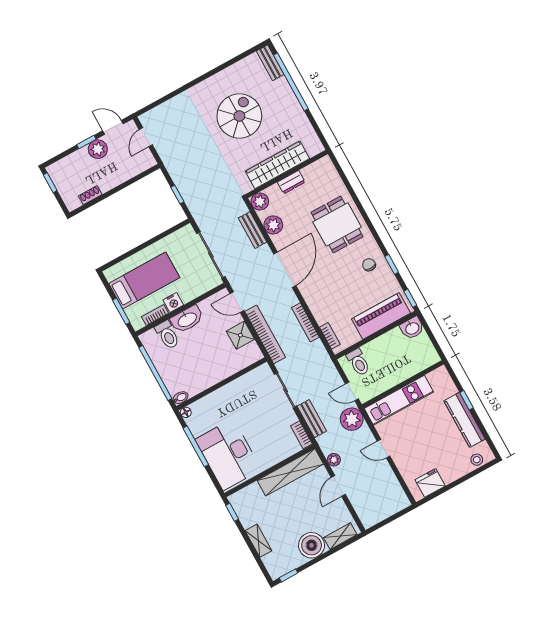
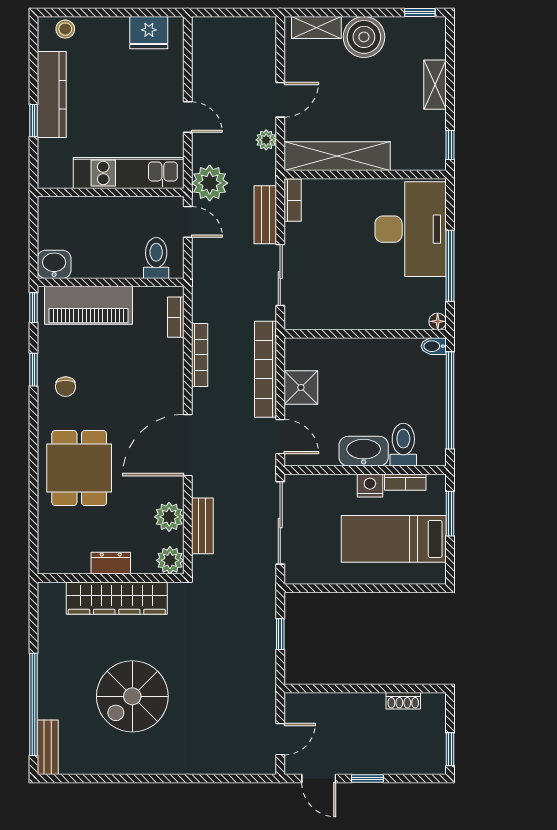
plant: (98, 149) -> (357, 760), removed

